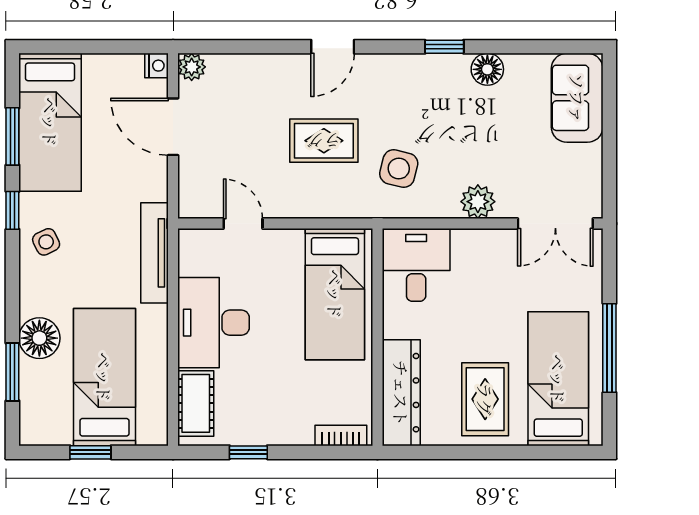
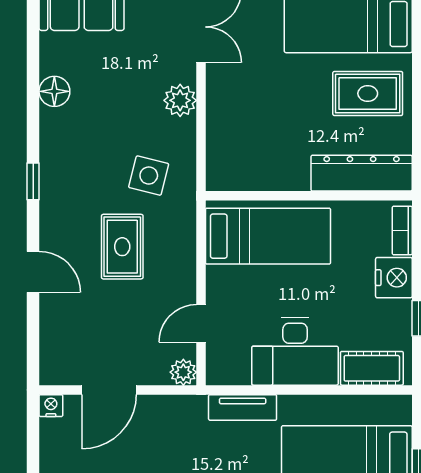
door: (333, 47) -> (33, 272), moved
window: (444, 47) -> (33, 181), moved
plant: (192, 67) -> (183, 372), moved
tv unit: (155, 253) -> (243, 407), width x0.71
desk: (416, 265) -> (240, 159), removed
nightstand: (291, 427) -> (394, 278), added

